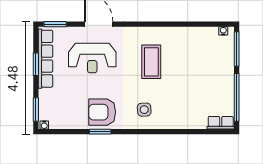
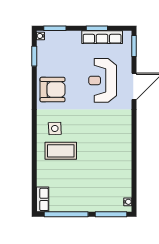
row of seats: (46, 59) -> (102, 37), width x0.73
coffee table: (151, 62) -> (61, 151), moved
armchair: (102, 112) -> (53, 90), turned 90
window: (100, 132) -> (34, 56), moved

